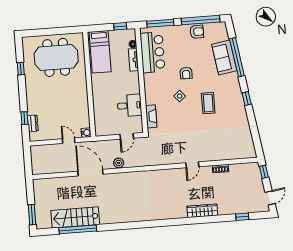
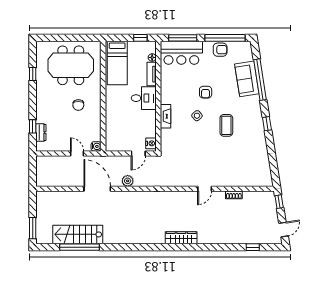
bar counter: (153, 52) -> (181, 53), moved, turned 90
chair: (66, 95) -> (78, 105), added
desk: (130, 105) -> (144, 98), moved
fireplace: (151, 116) -> (166, 116), moved
nightstand: (138, 126) -> (151, 143), added
wardrobe: (202, 211) -> (181, 238), moved

